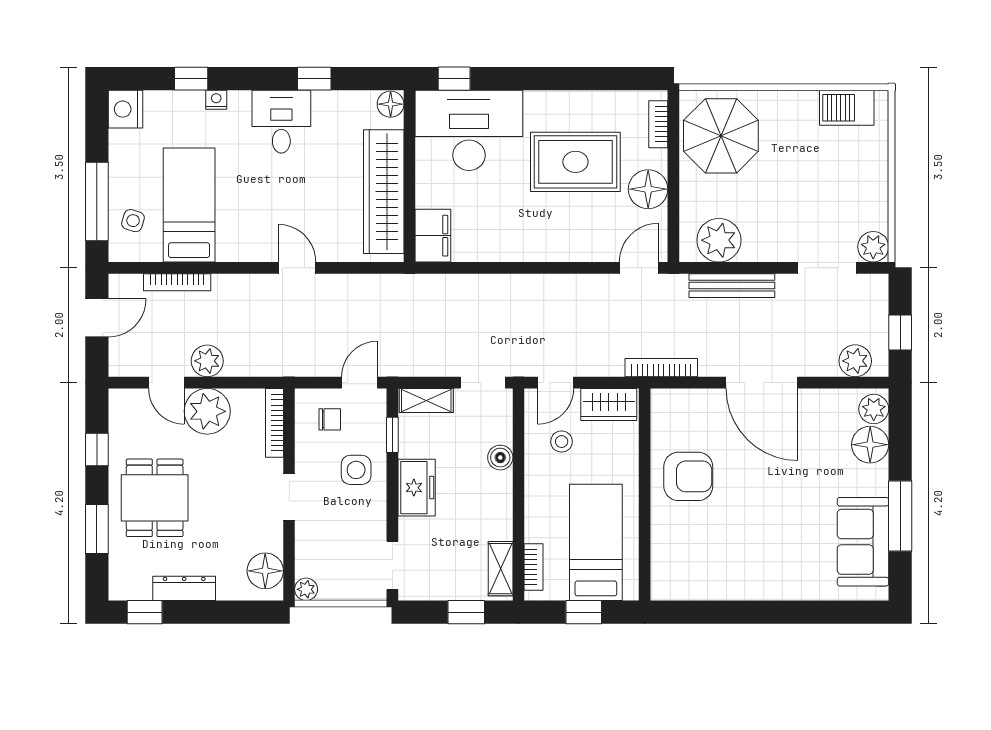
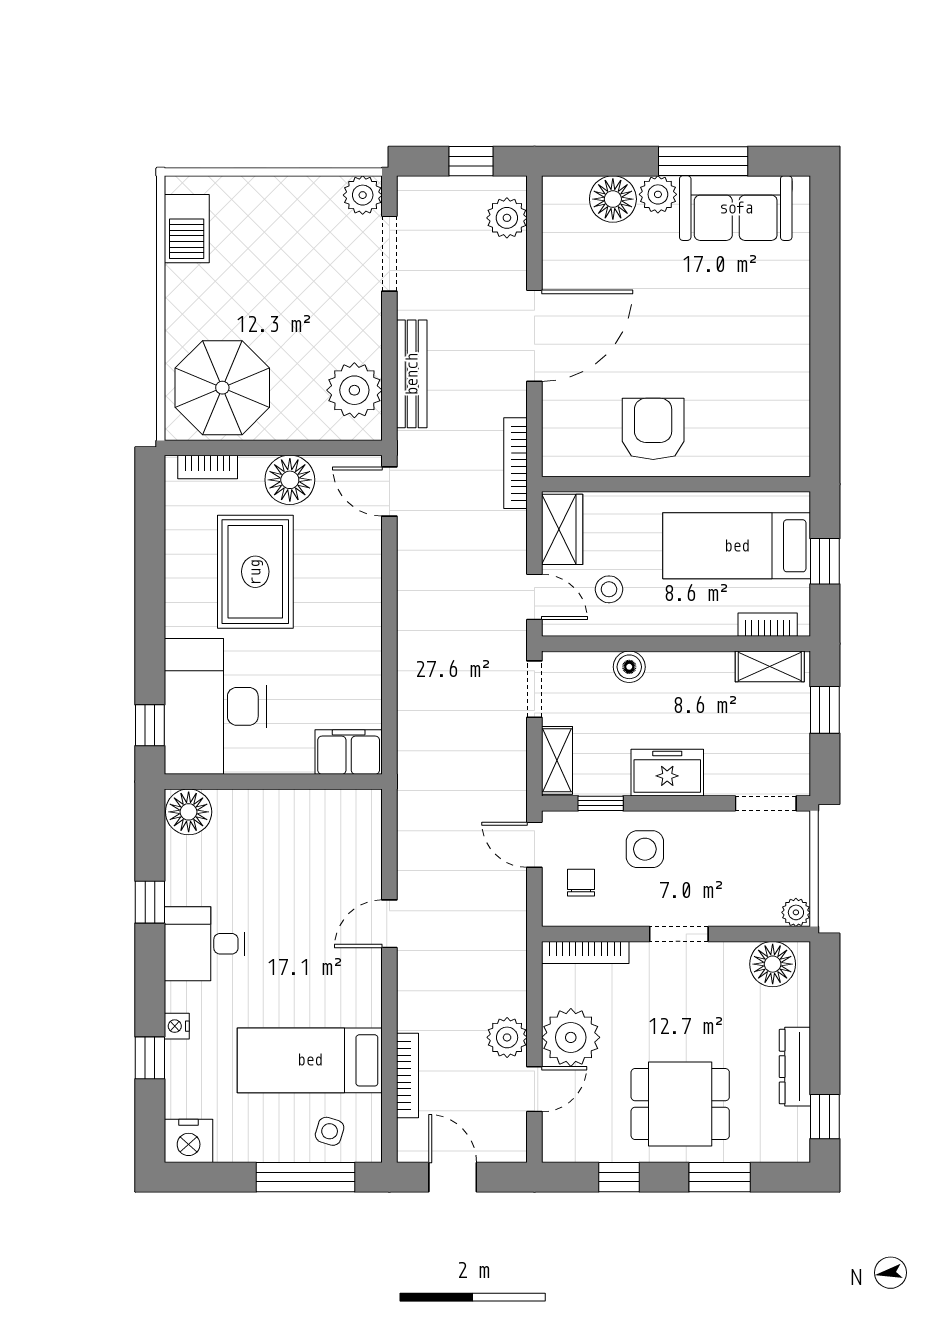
floor lamp: (391, 104) -> (189, 812), width x1.38, depth x1.38
wardrobe: (384, 192) -> (293, 814), removed
plant: (874, 409) -> (658, 194), moved

